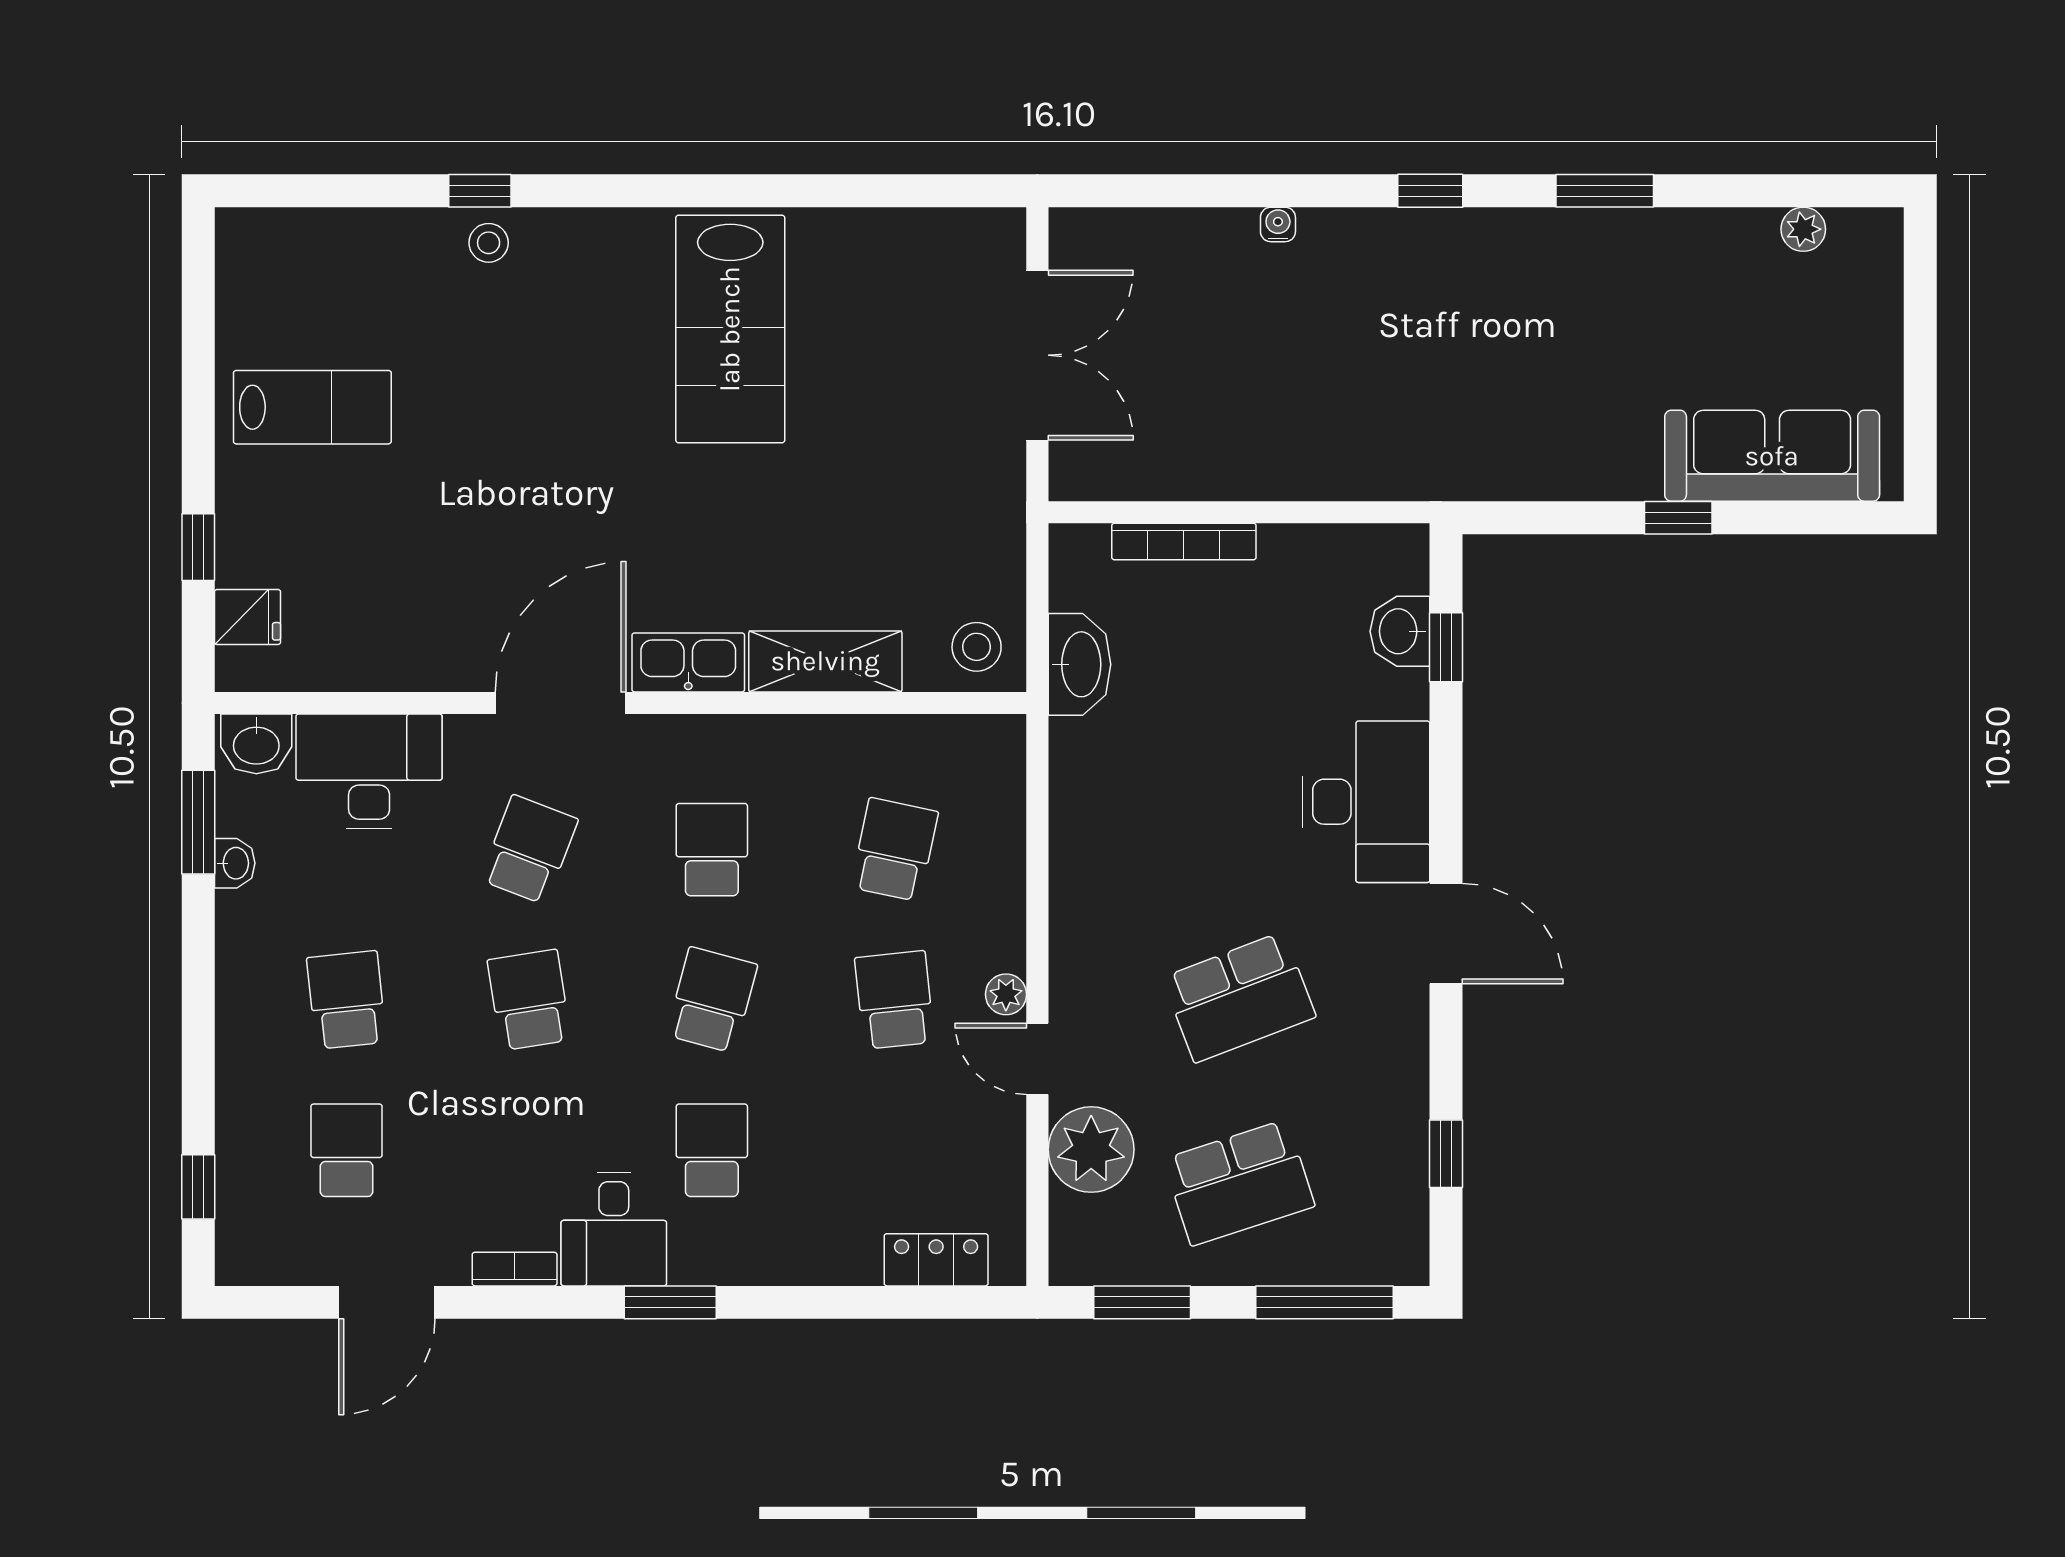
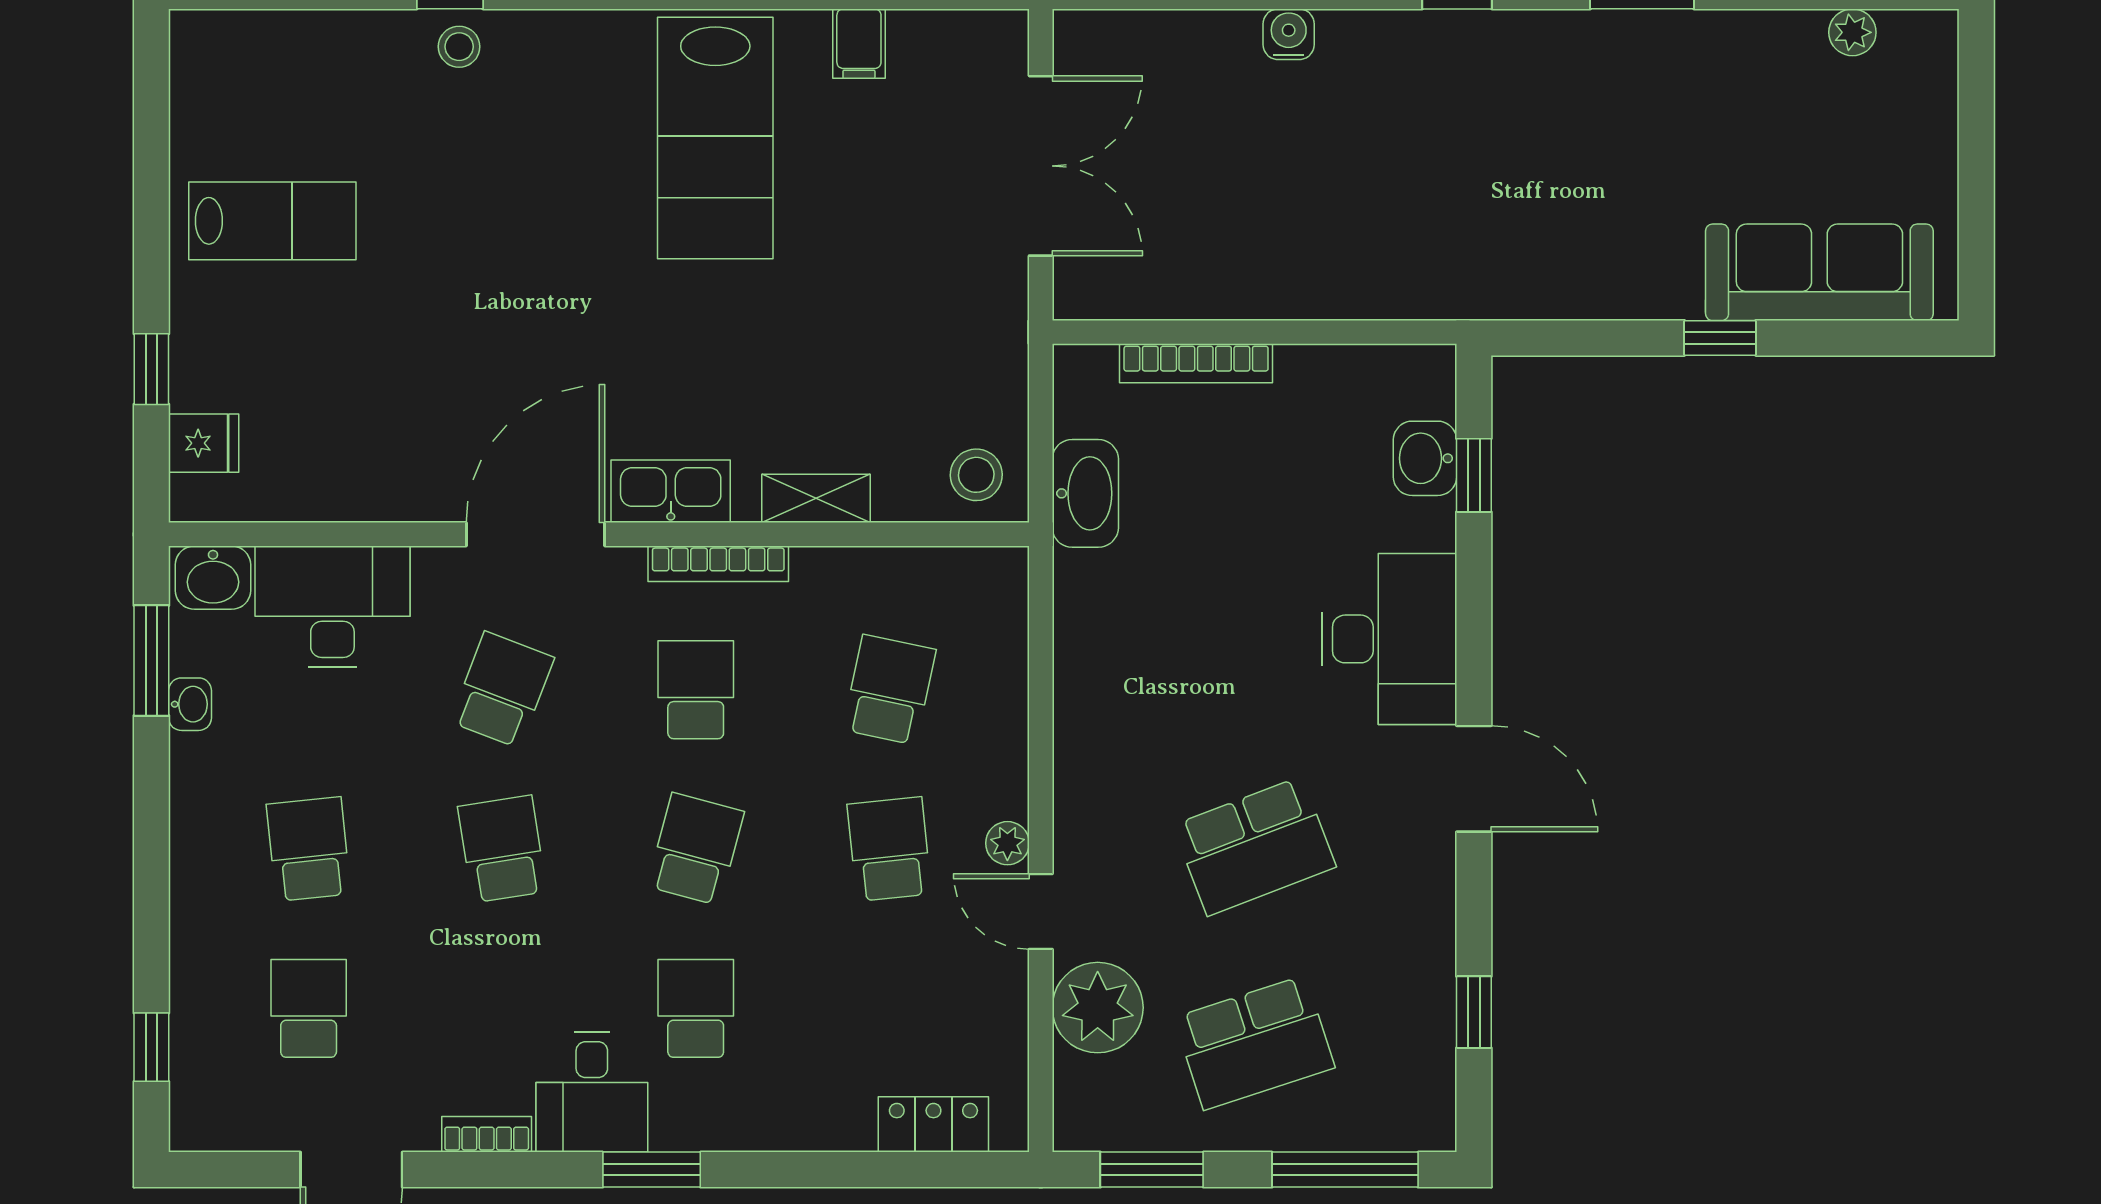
water cooler: (1278, 224) -> (1289, 34), width x1.38, depth x1.38
filing cabinet: (866, 240) -> (859, 44), added
shelving: (825, 661) -> (816, 498), width x0.67, depth x0.75
bookcase: (733, 731) -> (718, 564), added

